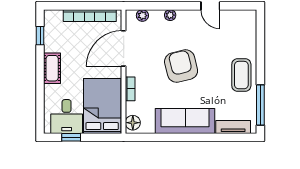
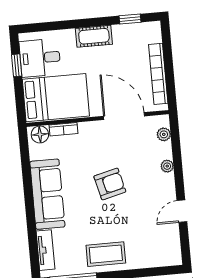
armchair: (181, 66) -> (110, 184), width x0.73, depth x0.73
bookcase: (130, 89) -> (63, 129), moved

